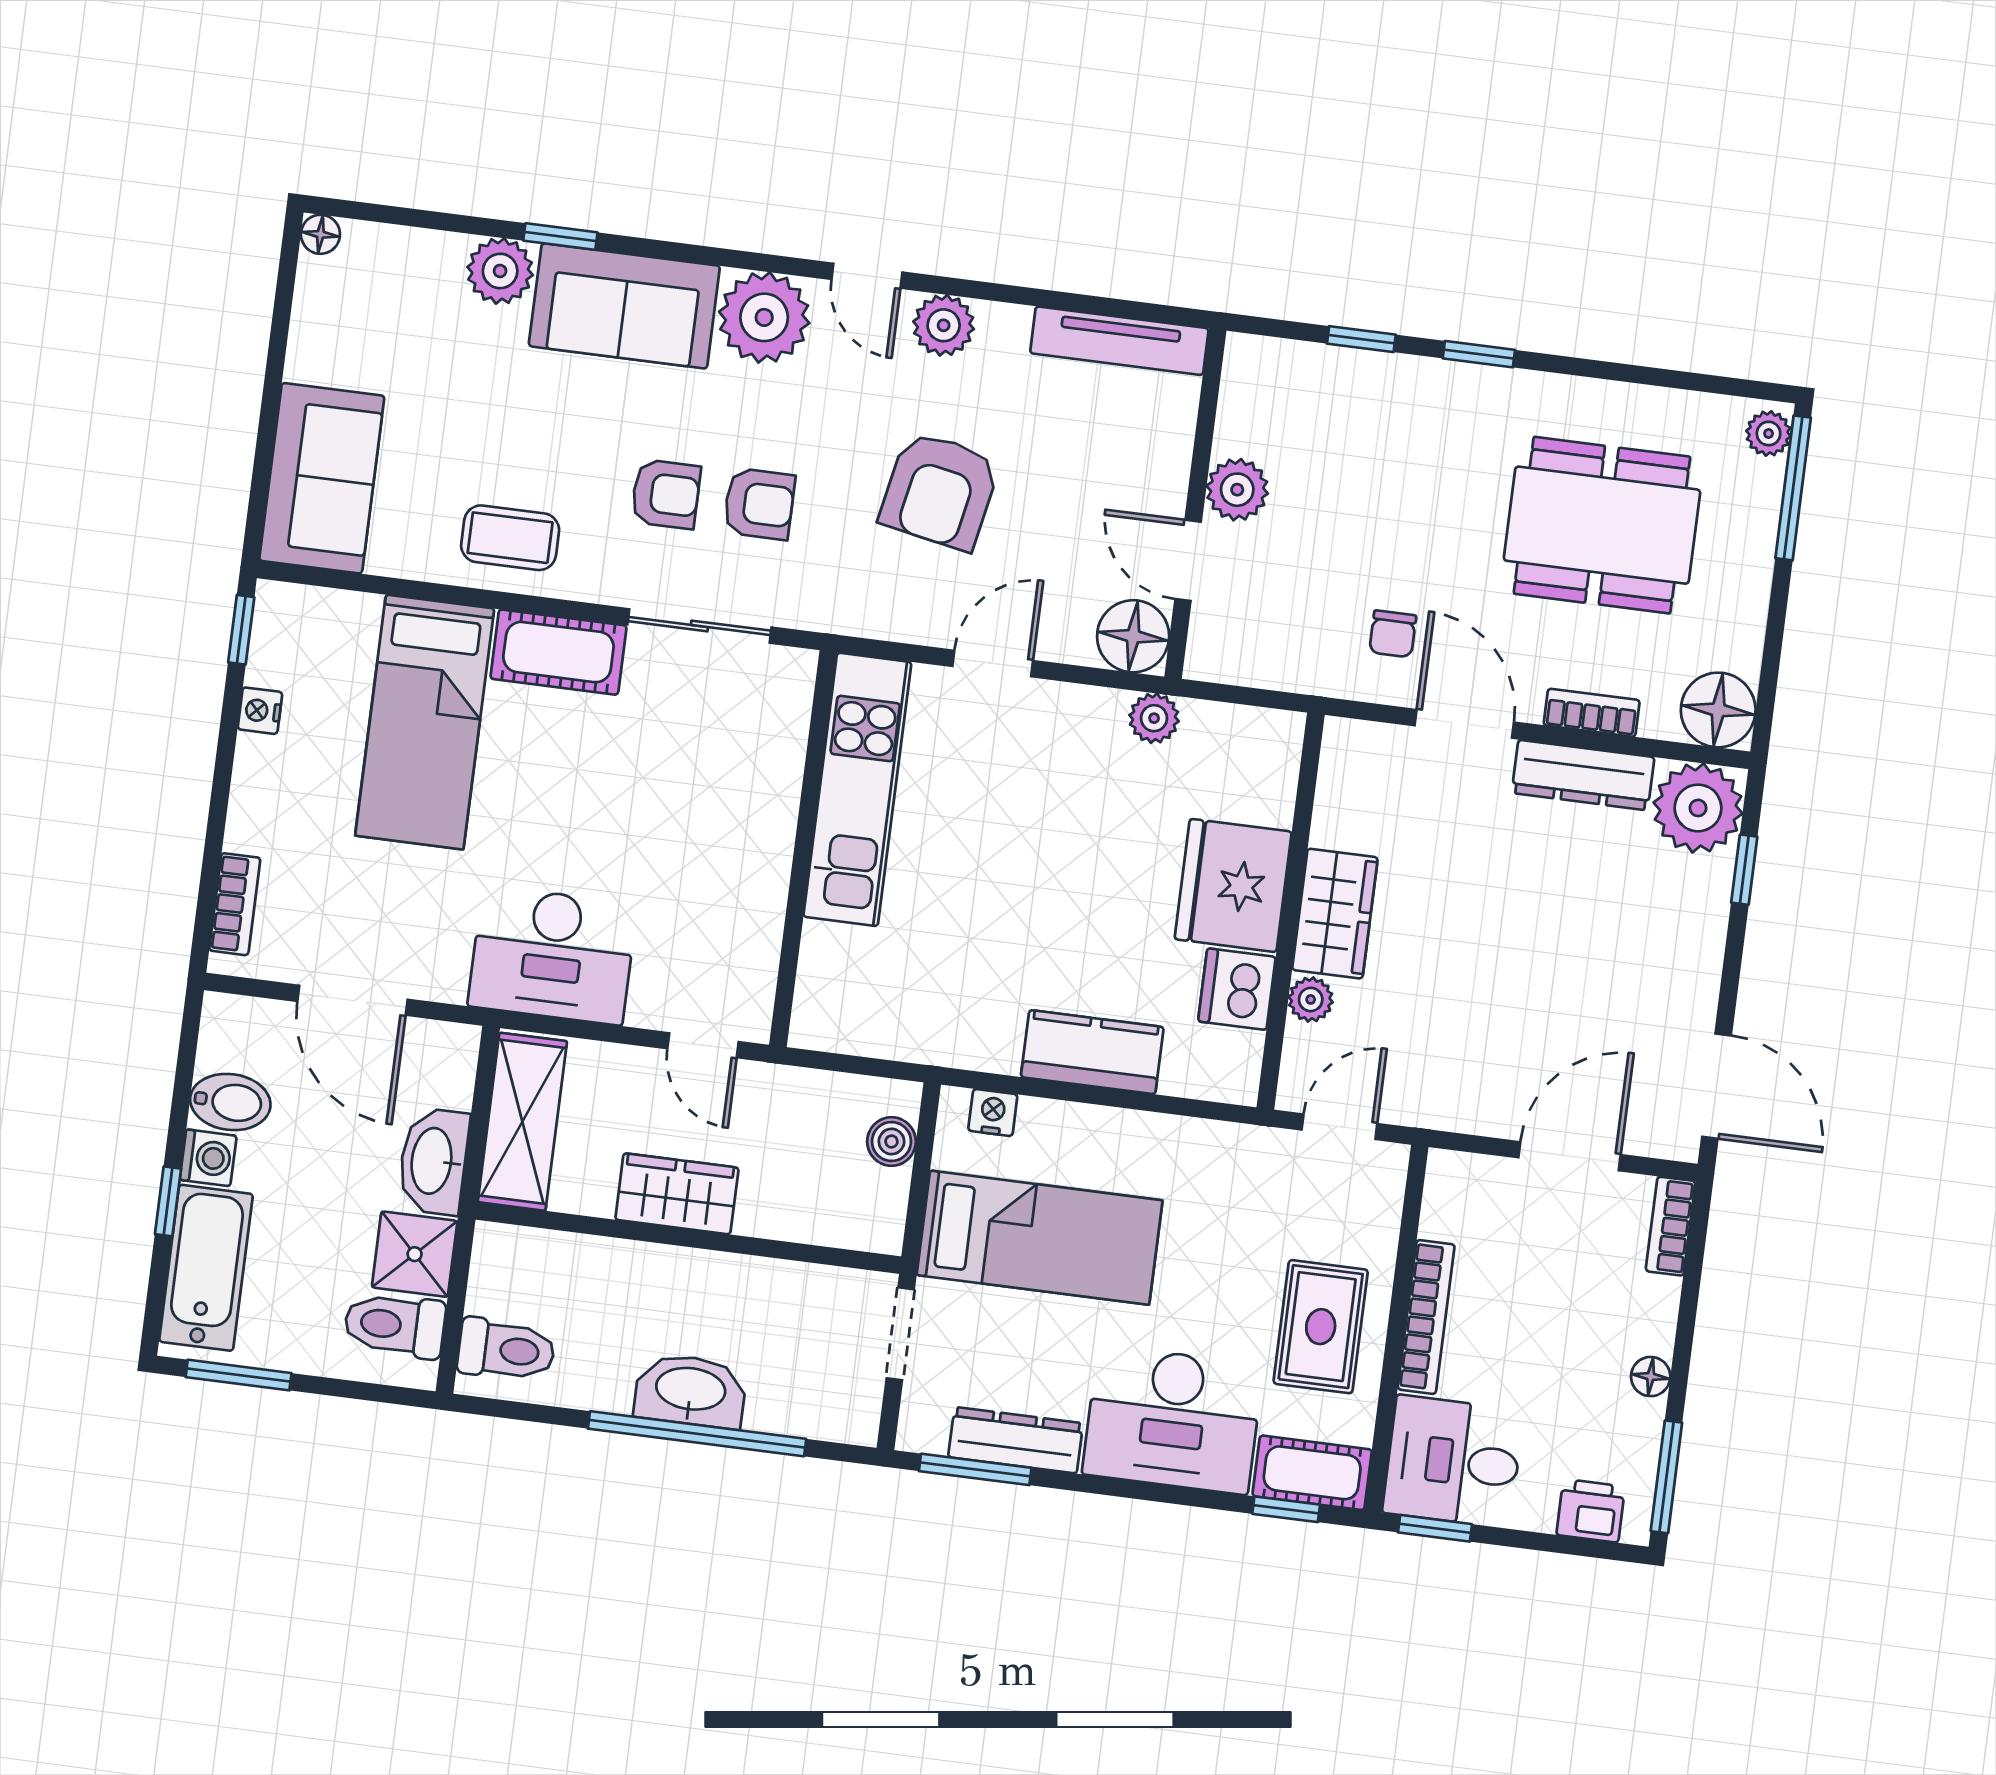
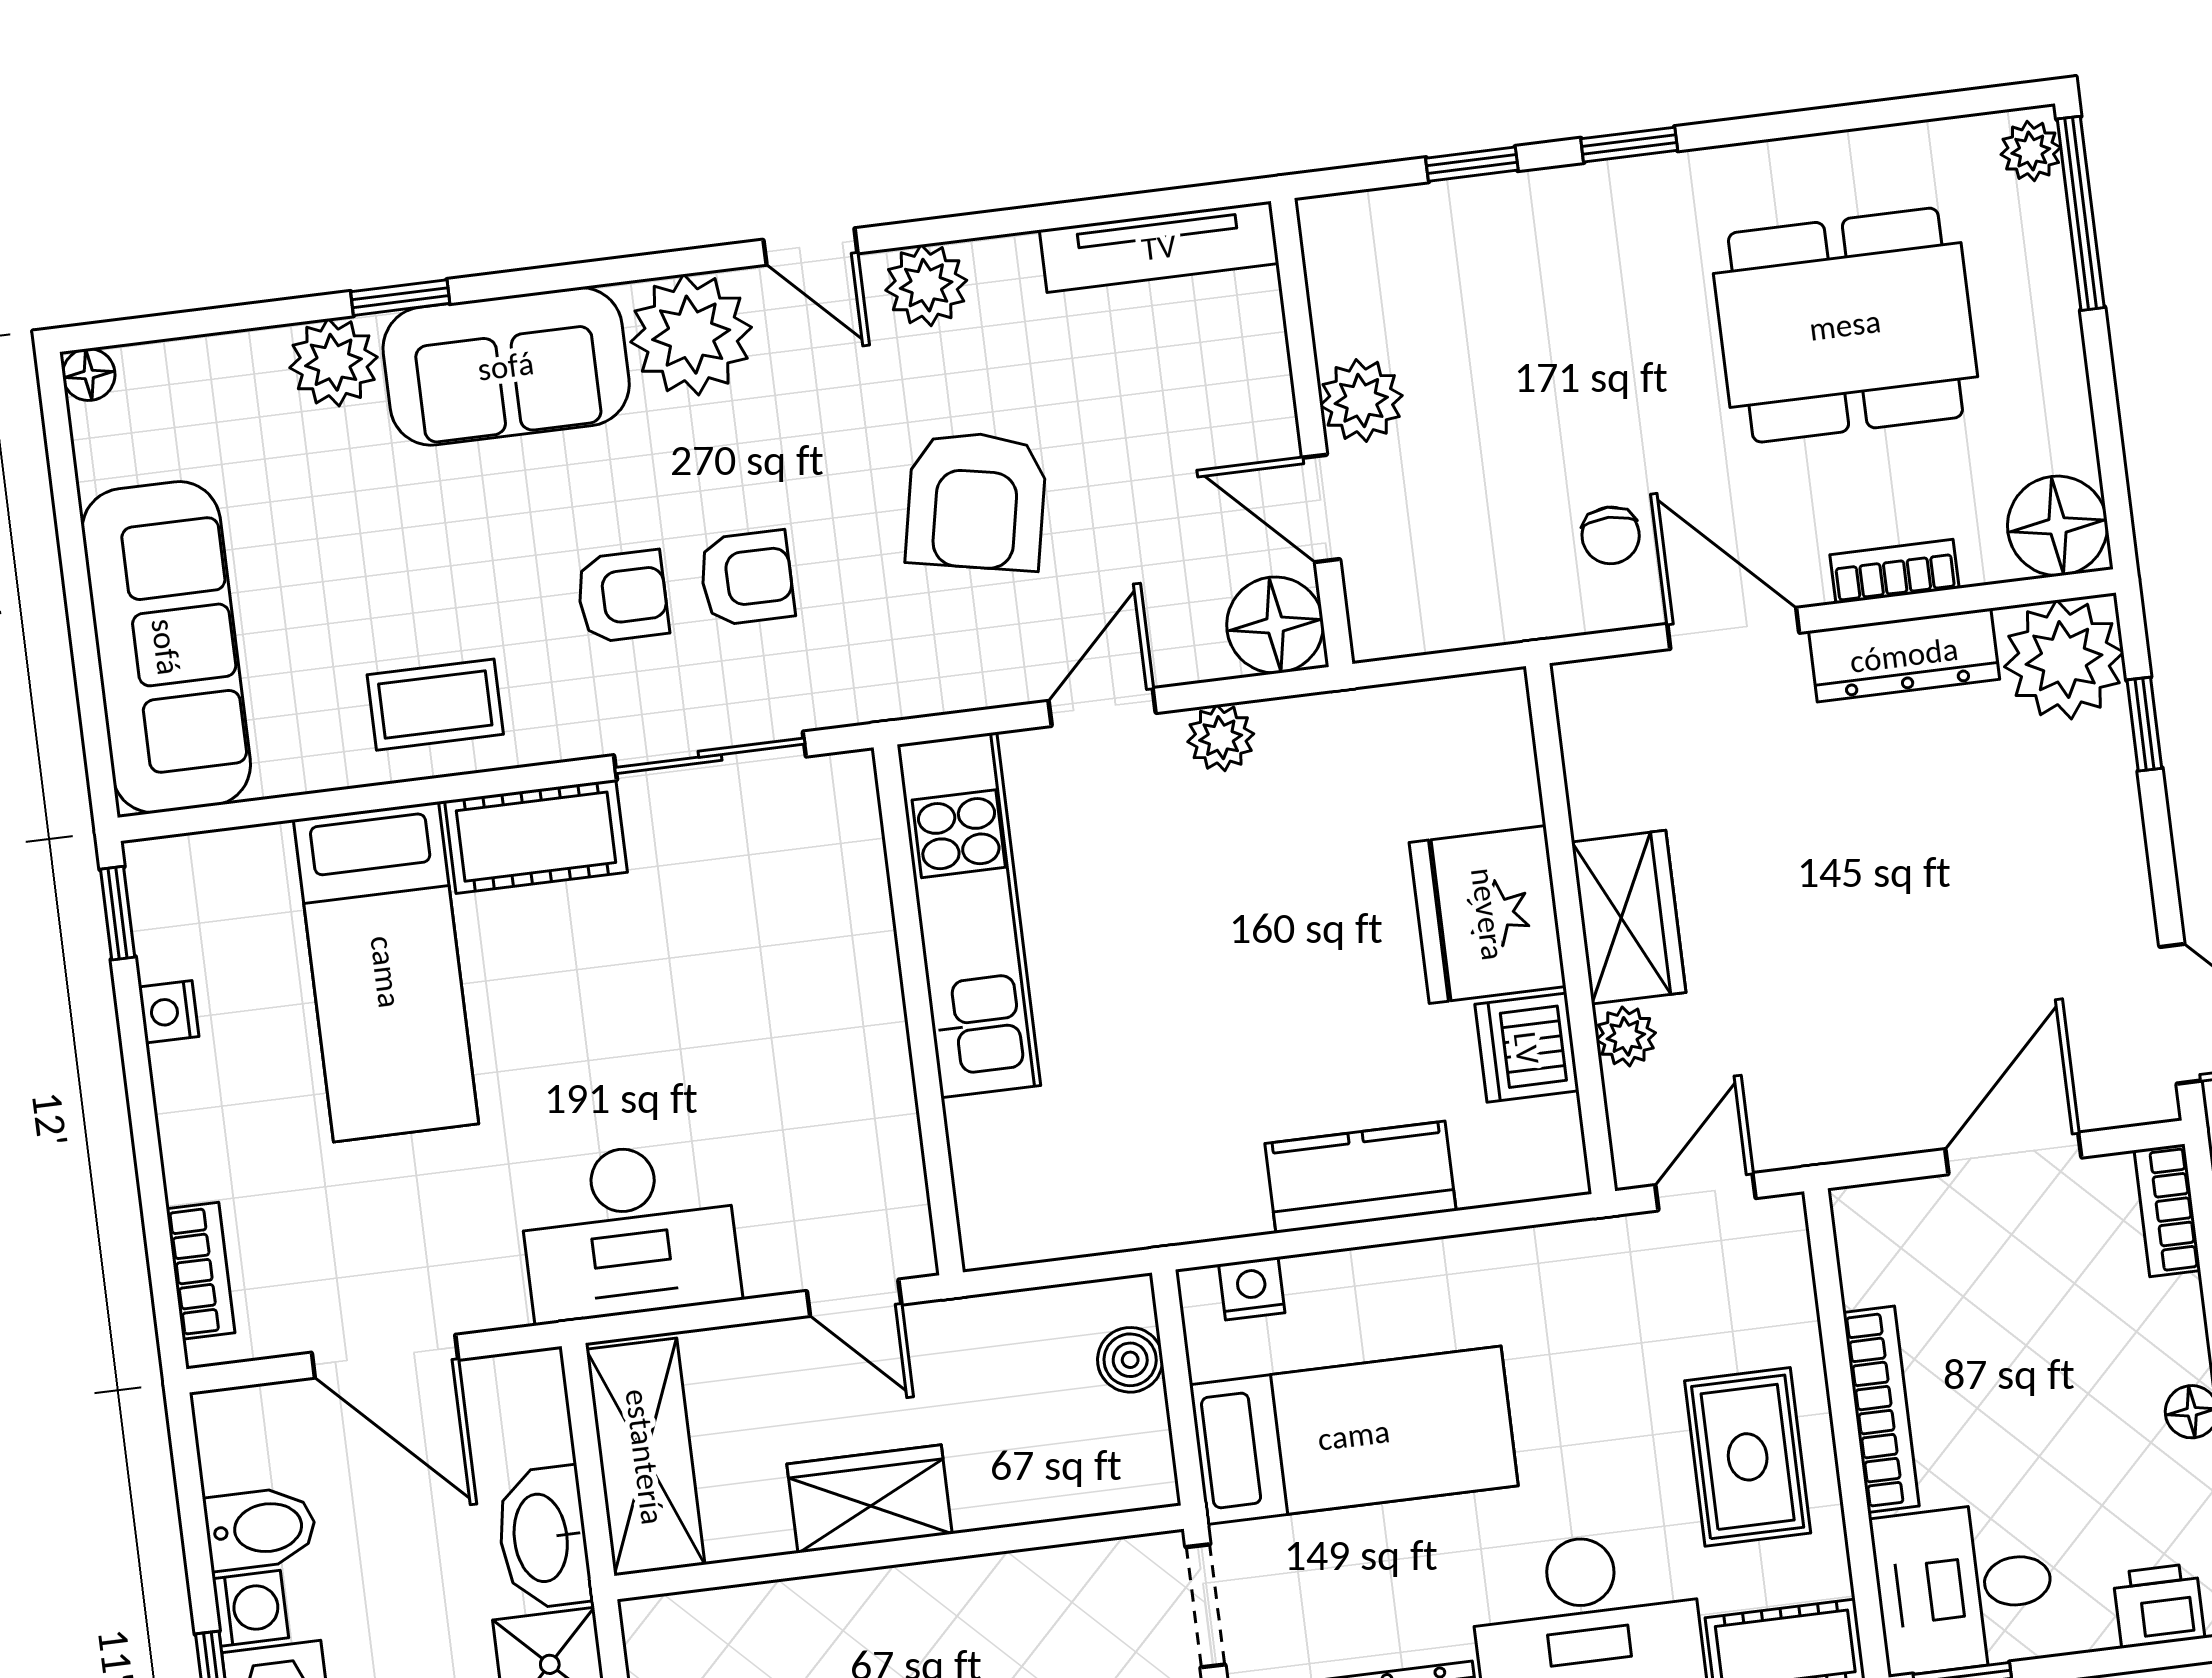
sofa: (322, 478) -> (166, 647), width x1.36
plant: (1154, 718) -> (1221, 738), moved

